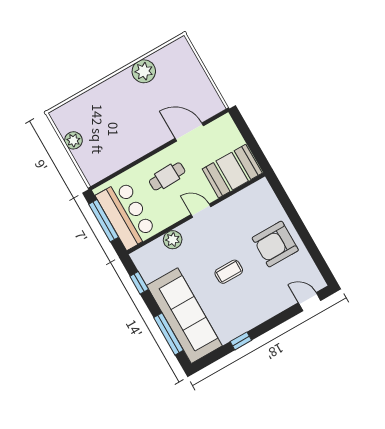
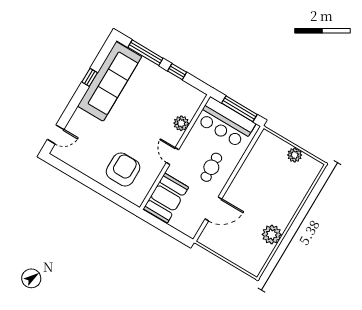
door: (201, 211) -> (172, 156), swing flipped
armchair: (275, 244) -> (123, 169), moved
coffee table: (229, 272) -> (127, 123), removed
window: (139, 283) -> (177, 72), moved
sofa: (184, 316) -> (110, 81), moved, turned -90

